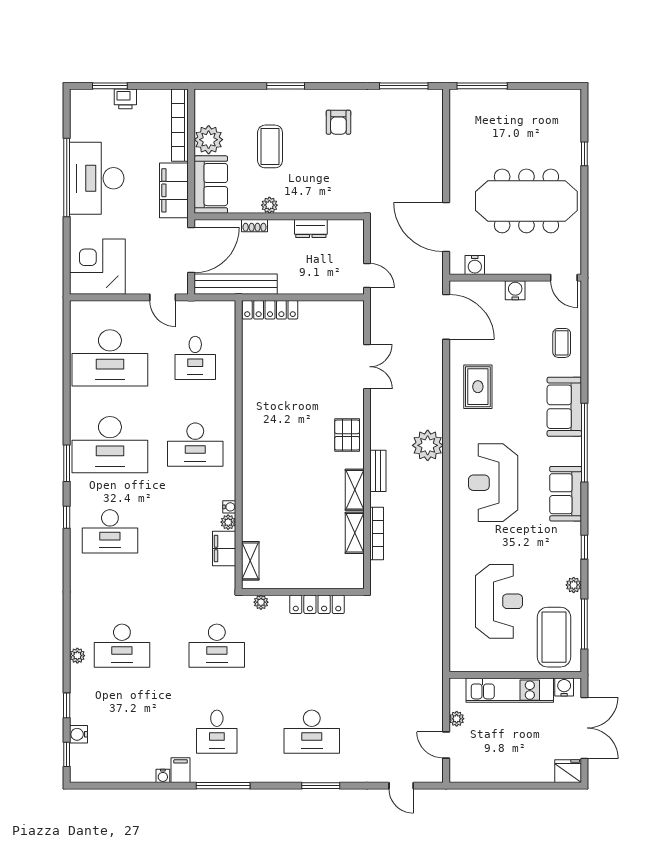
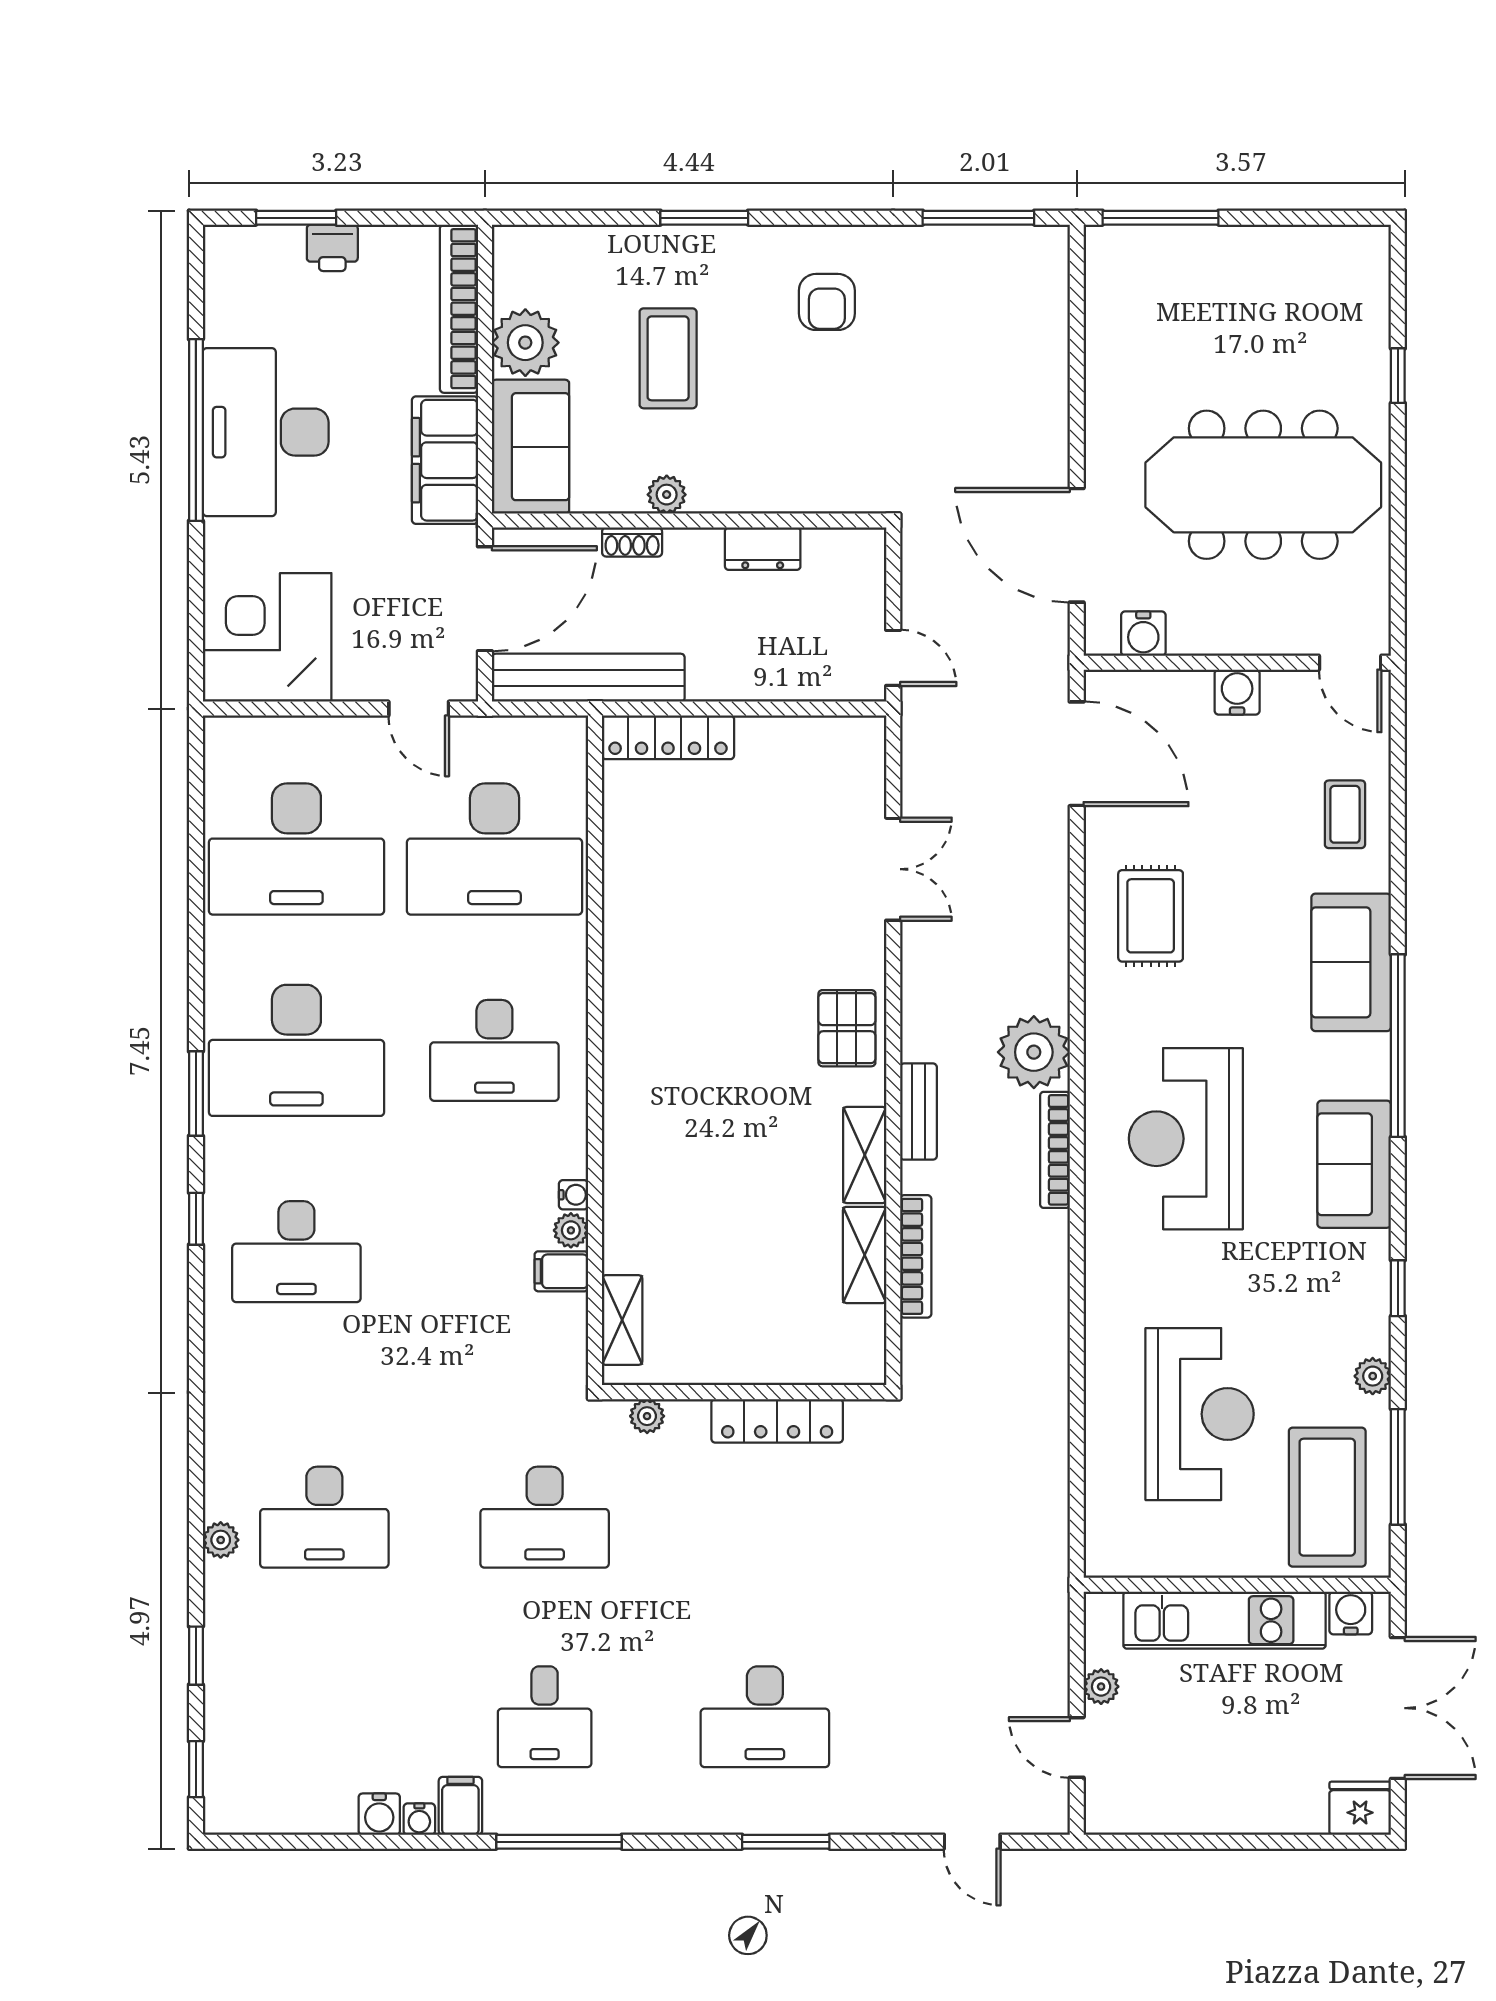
desk: (195, 358) -> (494, 849), width x1.87, depth x1.30
bookcase: (437, 488) -> (1055, 1150), added
filing cabinet: (224, 549) -> (561, 1271), width x0.50
water cooler: (78, 734) -> (379, 1814), moved, turned -90

